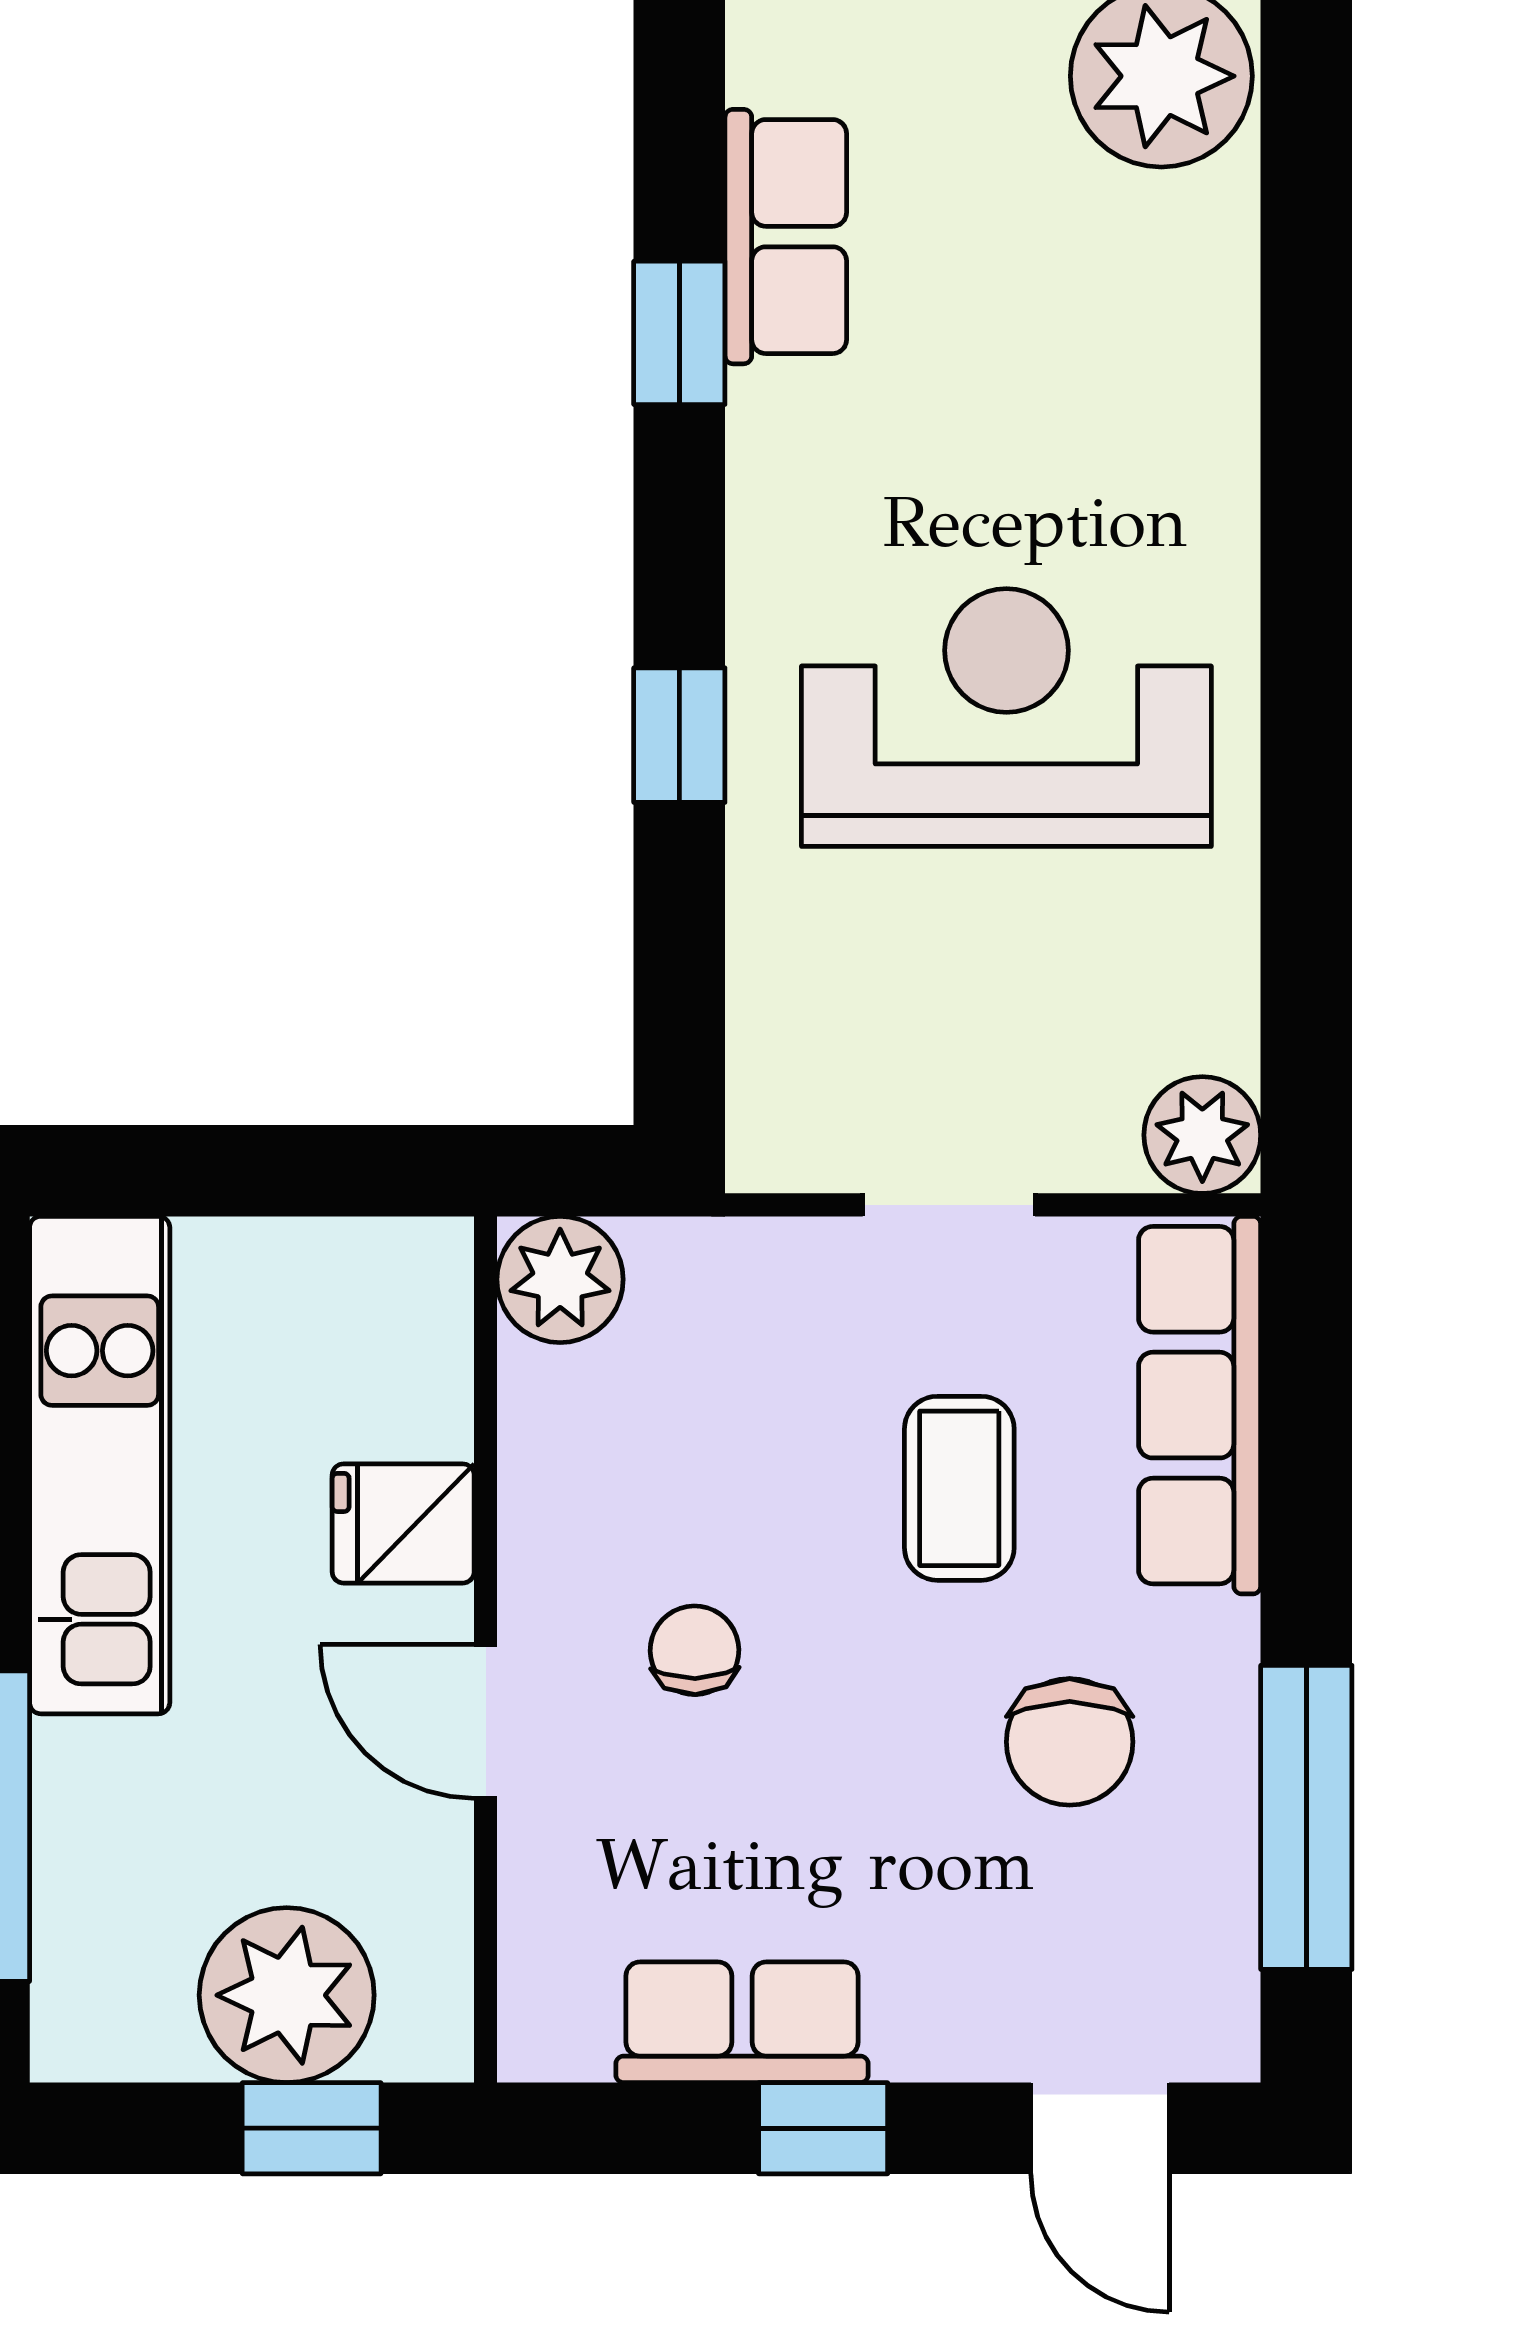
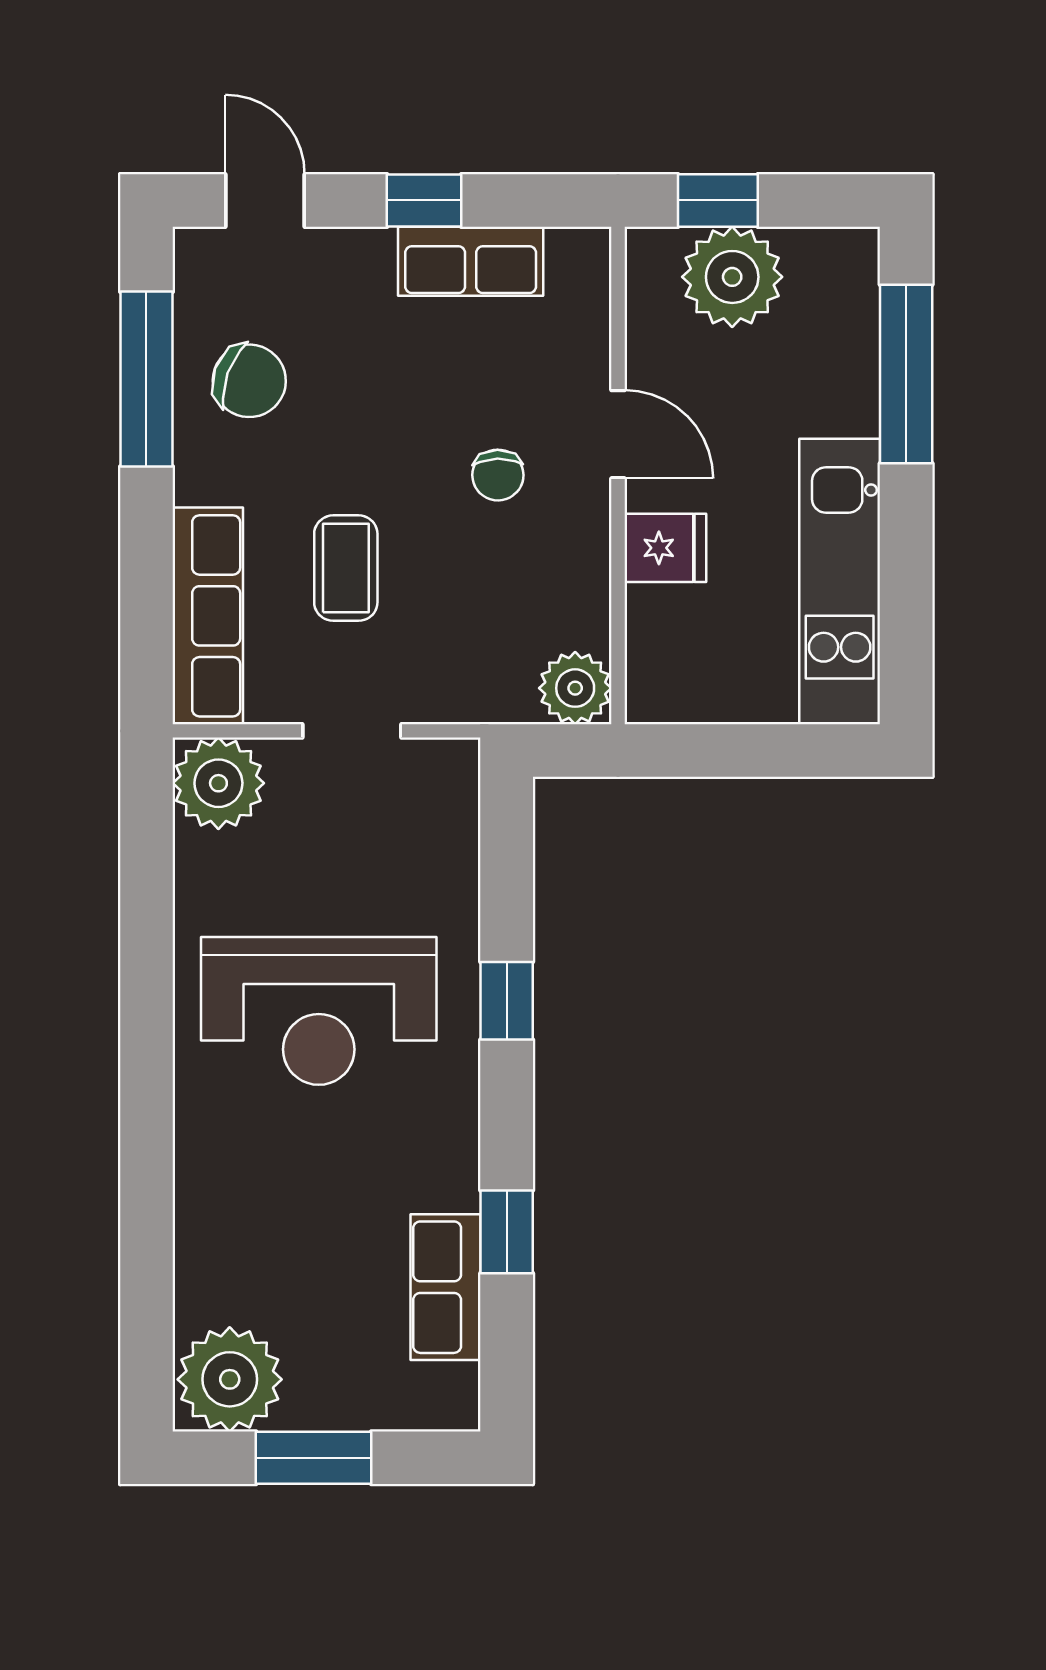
plant: (1202, 1135) -> (218, 783), width x1.36, depth x1.36
chair: (1070, 1742) -> (249, 381), moved, turned 110

